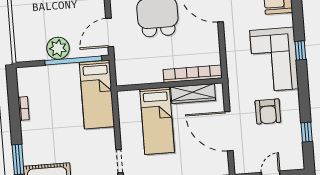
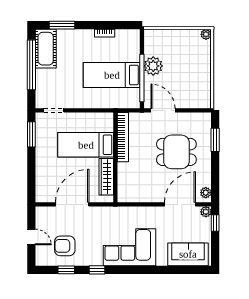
window: (300, 50) -> (97, 270), moved
bookcase: (193, 74) -> (123, 137), moved
bed: (97, 95) -> (112, 75), moved
armchair: (268, 111) -> (65, 246), moved

